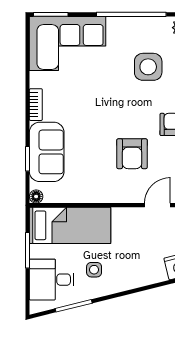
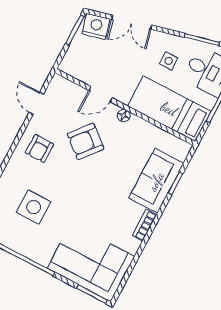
armchair: (132, 154) -> (86, 141), turned -140
floor lamp: (36, 197) -> (124, 116), moved
door: (157, 205) -> (100, 94), moved
double door: (147, 288) -> (132, 22), added

